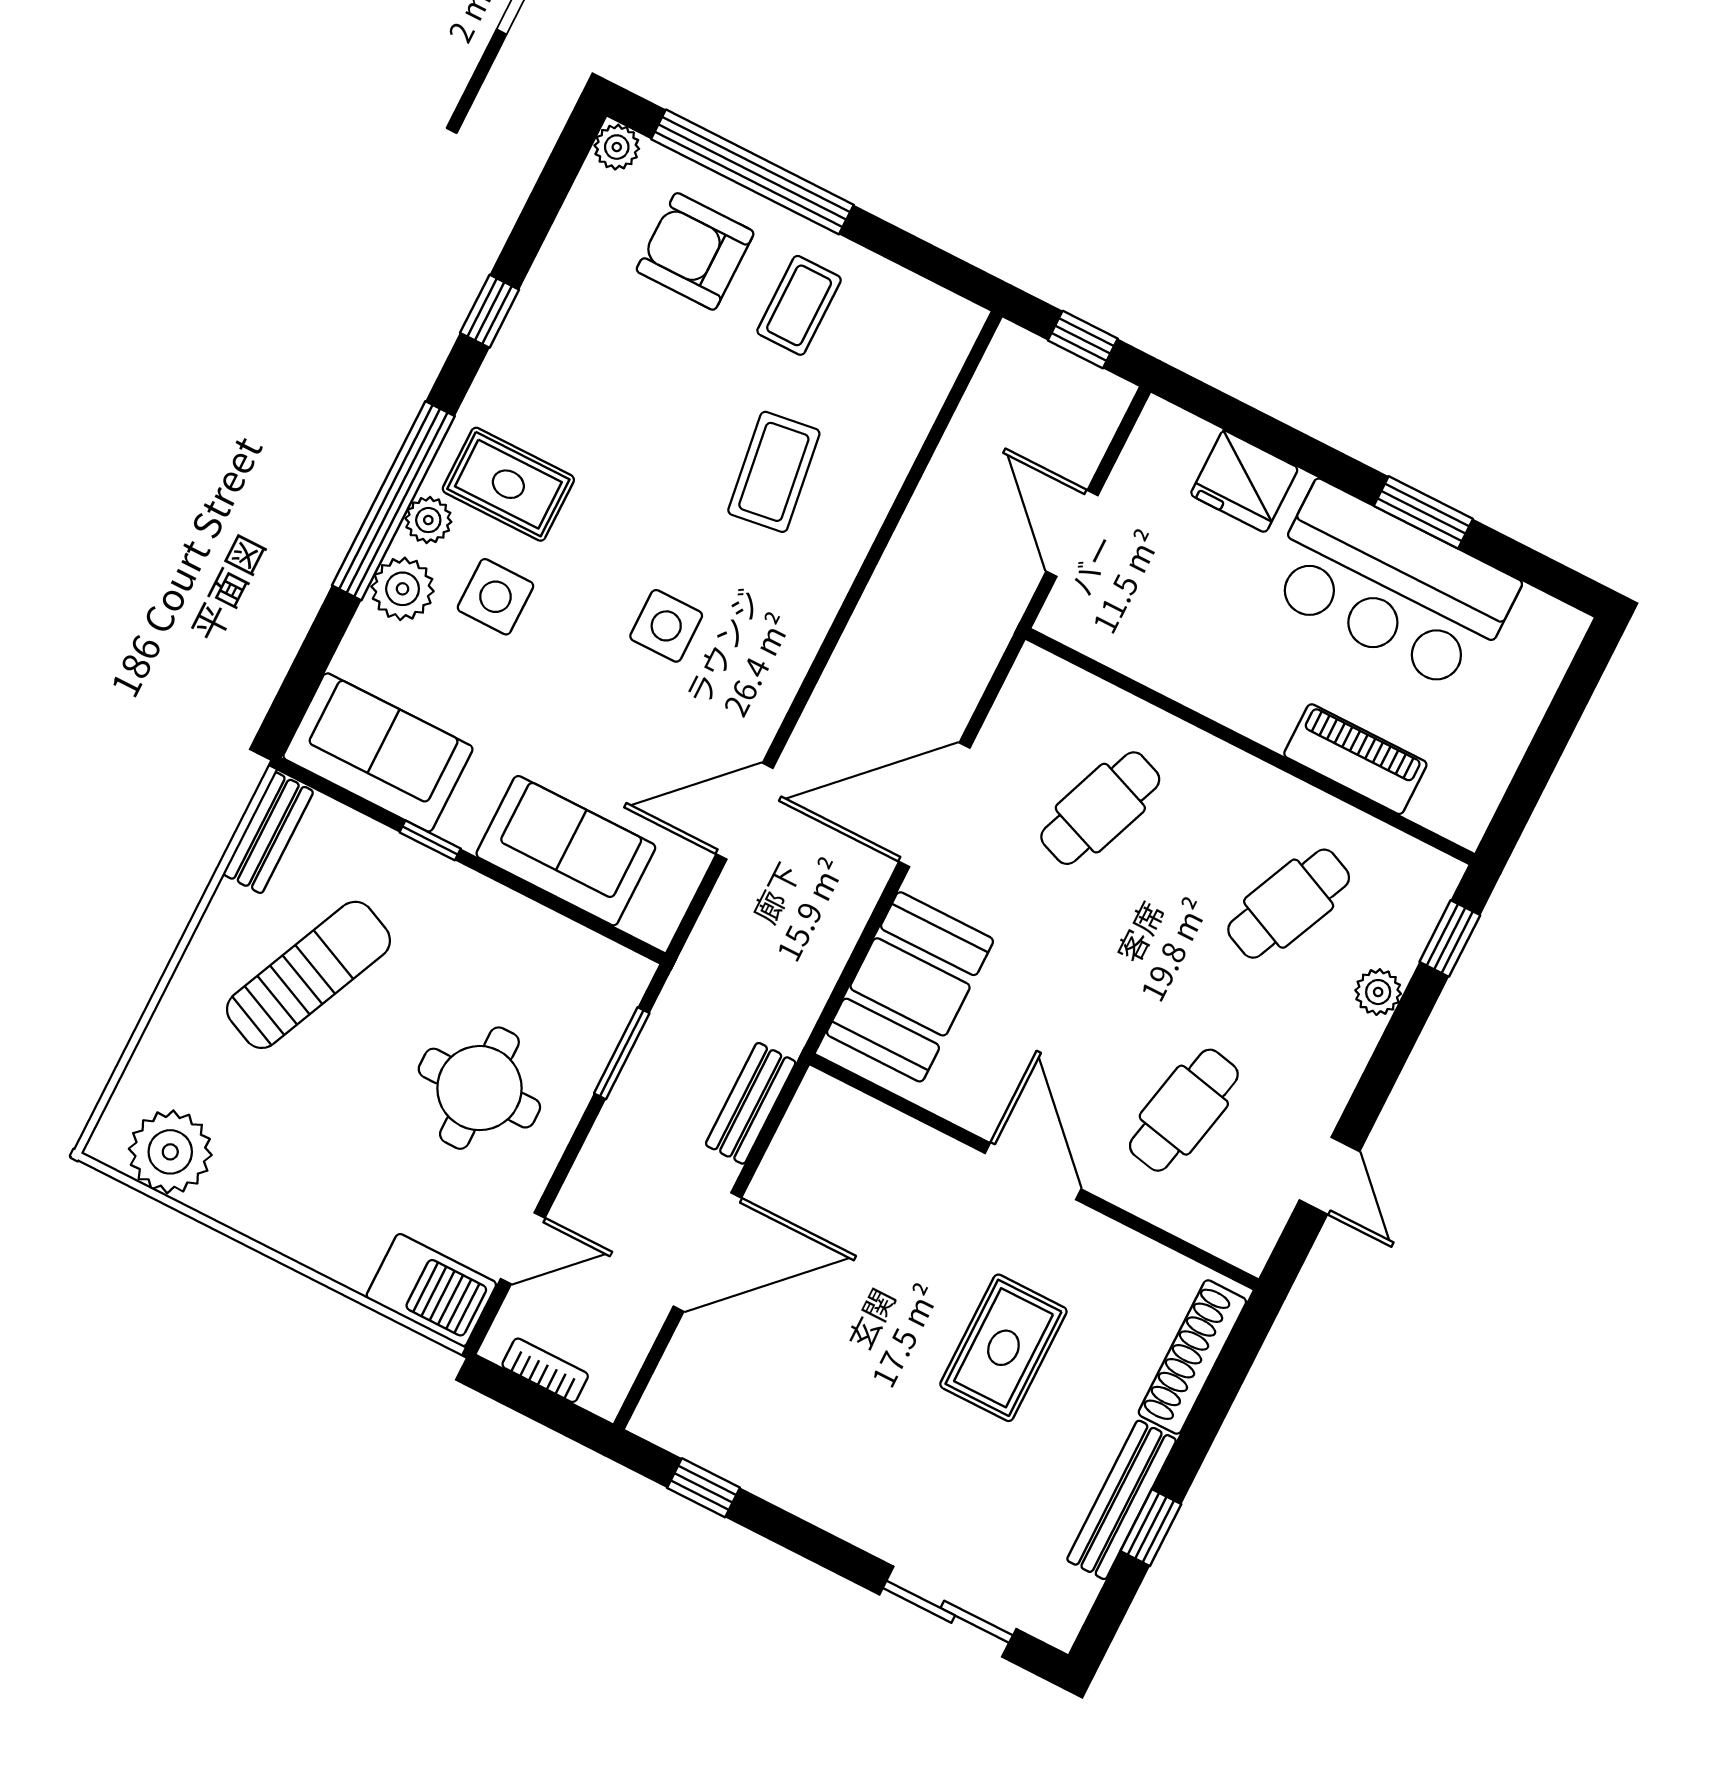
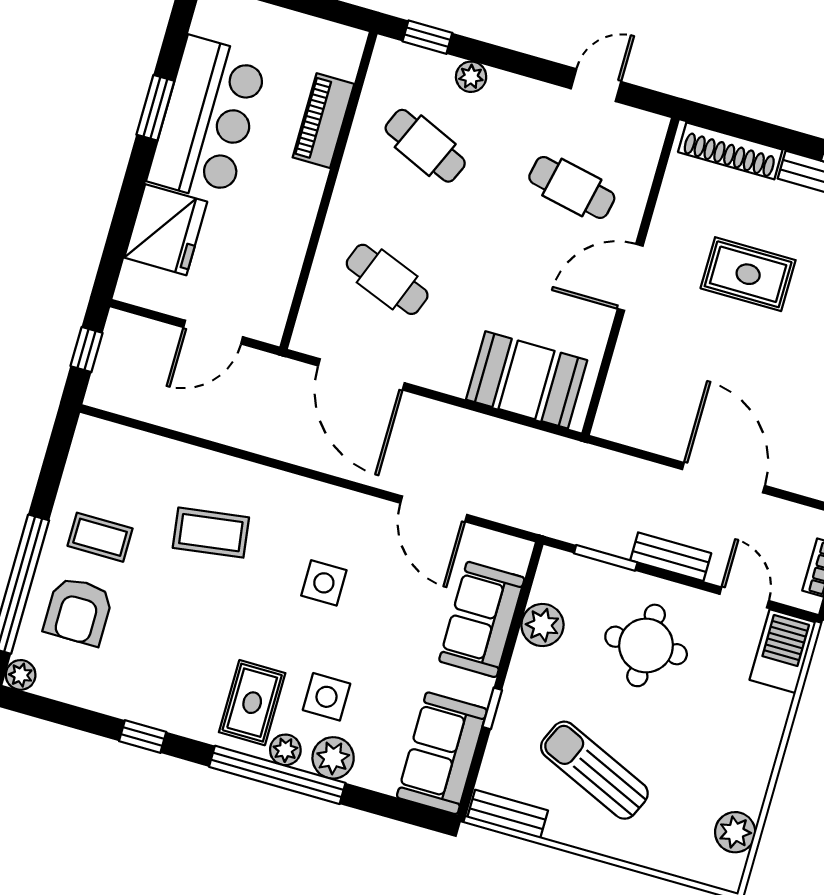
fridge: (1244, 481) -> (166, 230), width x1.36, depth x1.34
door: (934, 805) -> (361, 374), moved
plant: (540, 940) -> (542, 625), added
bench: (751, 1103) -> (671, 557), moved
plant: (170, 1152) -> (735, 832), width x0.73, depth x0.73

